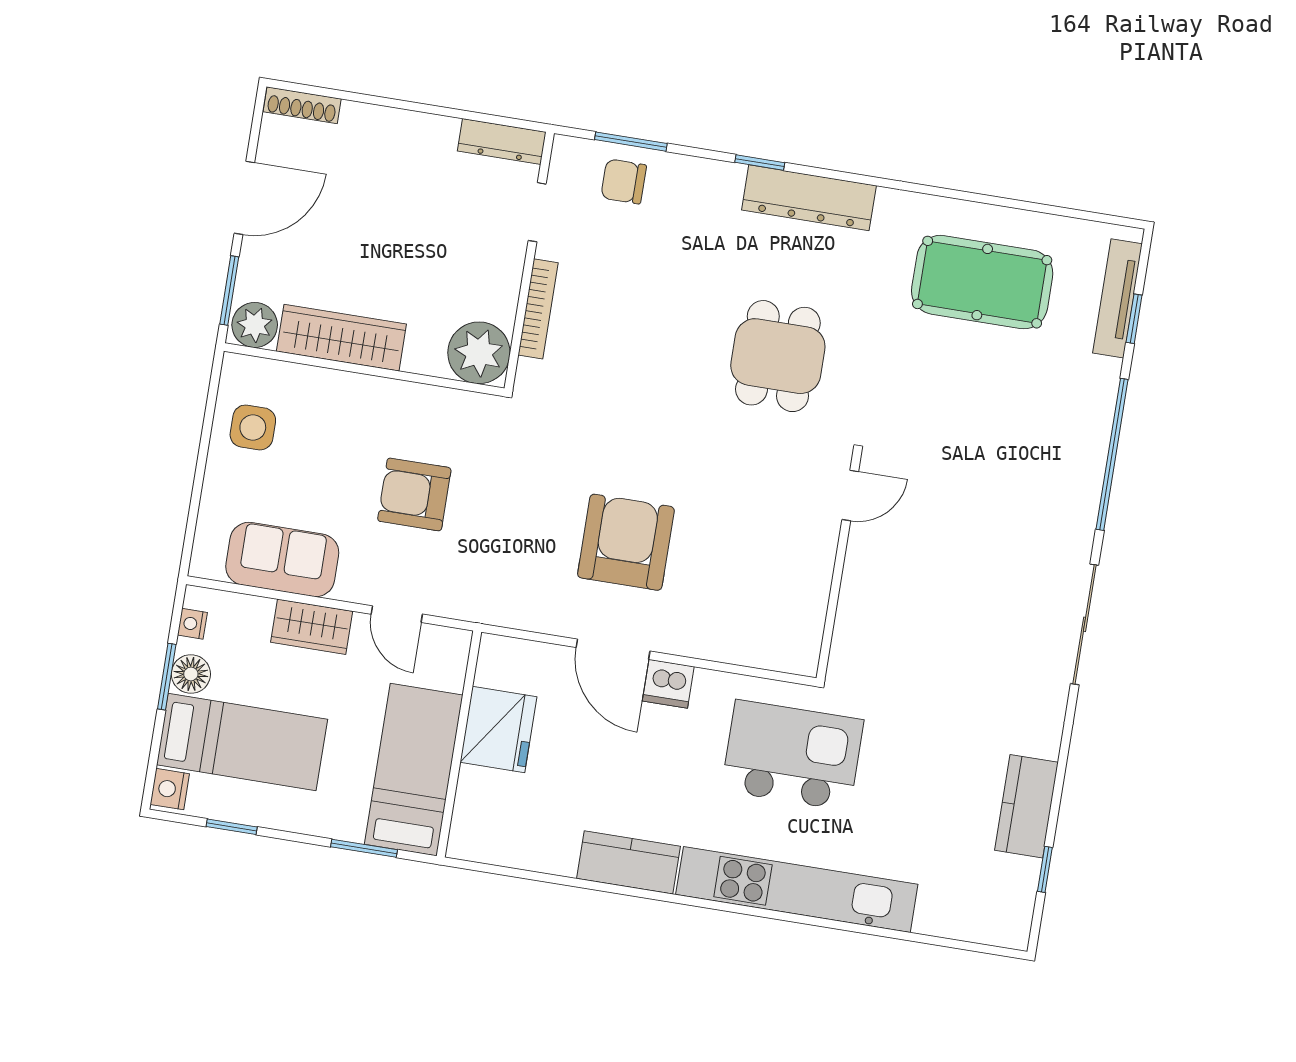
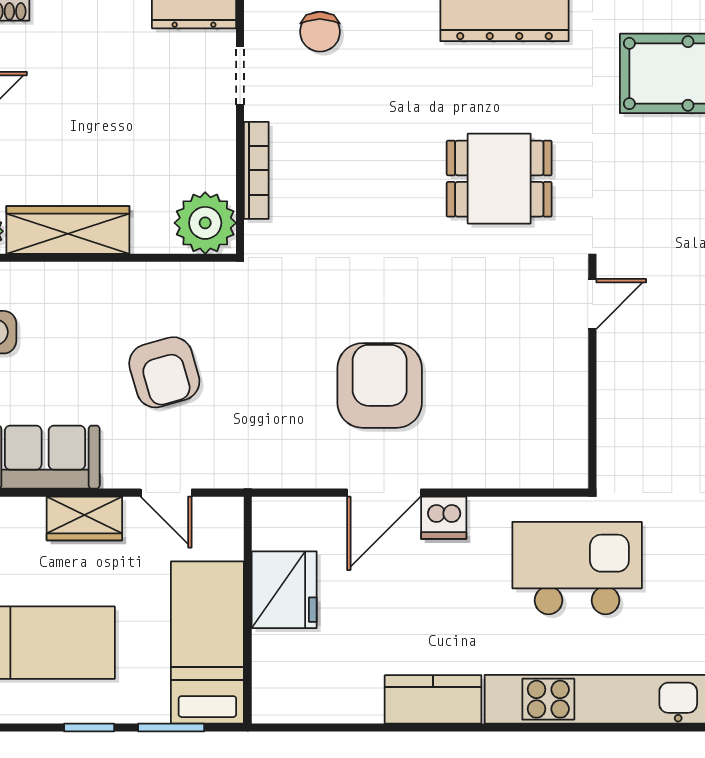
chair: (624, 181) -> (320, 32), turned -90
dining table: (778, 356) -> (499, 179), turned 90
armchair: (414, 494) -> (164, 372), turned -106
door: (613, 649) -> (384, 493), hinge flipped
window: (232, 827) -> (89, 727), moved

